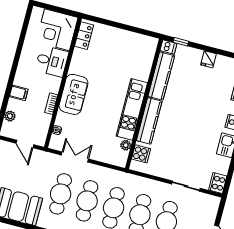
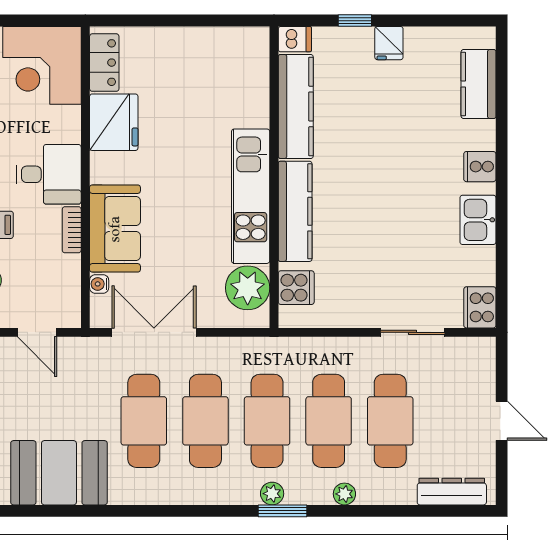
window: (181, 42) -> (355, 21), moved
desk: (52, 61) -> (49, 174), moved
fridge: (81, 62) -> (114, 122), added
sofa: (73, 94) -> (115, 229), moved
plant: (126, 145) -> (248, 288), width x1.87, depth x1.87
double door: (75, 157) -> (154, 332), width x1.37

